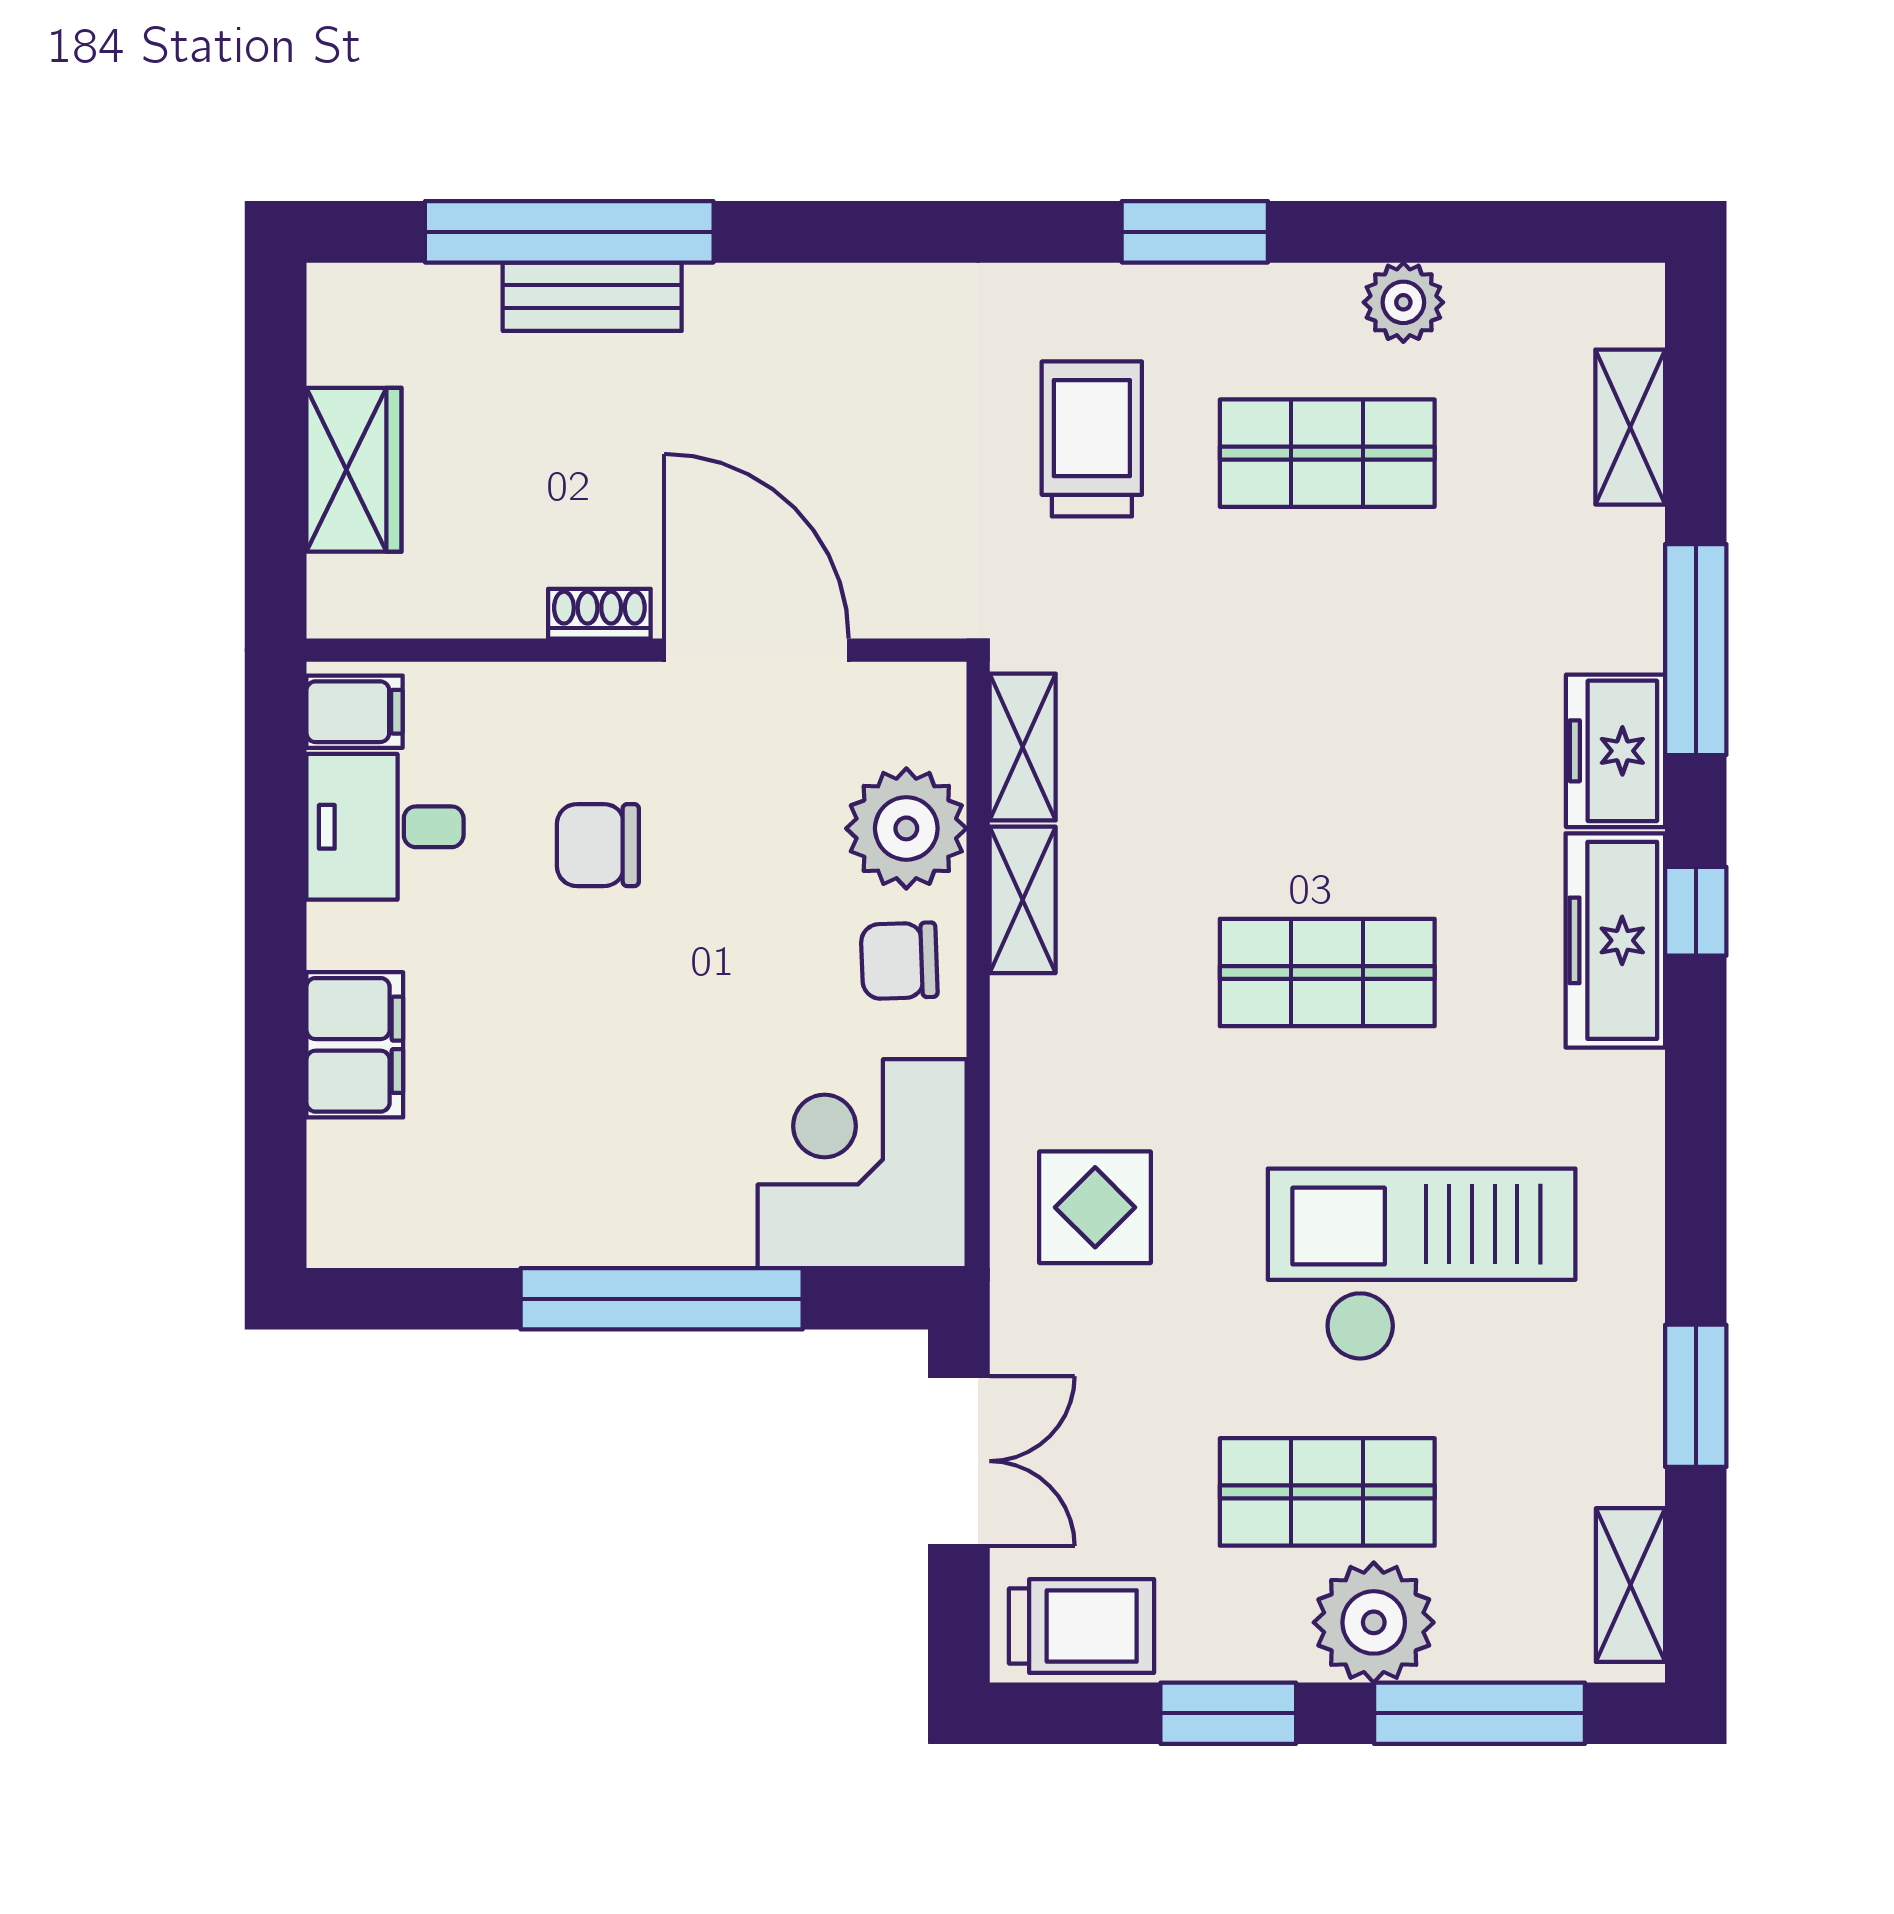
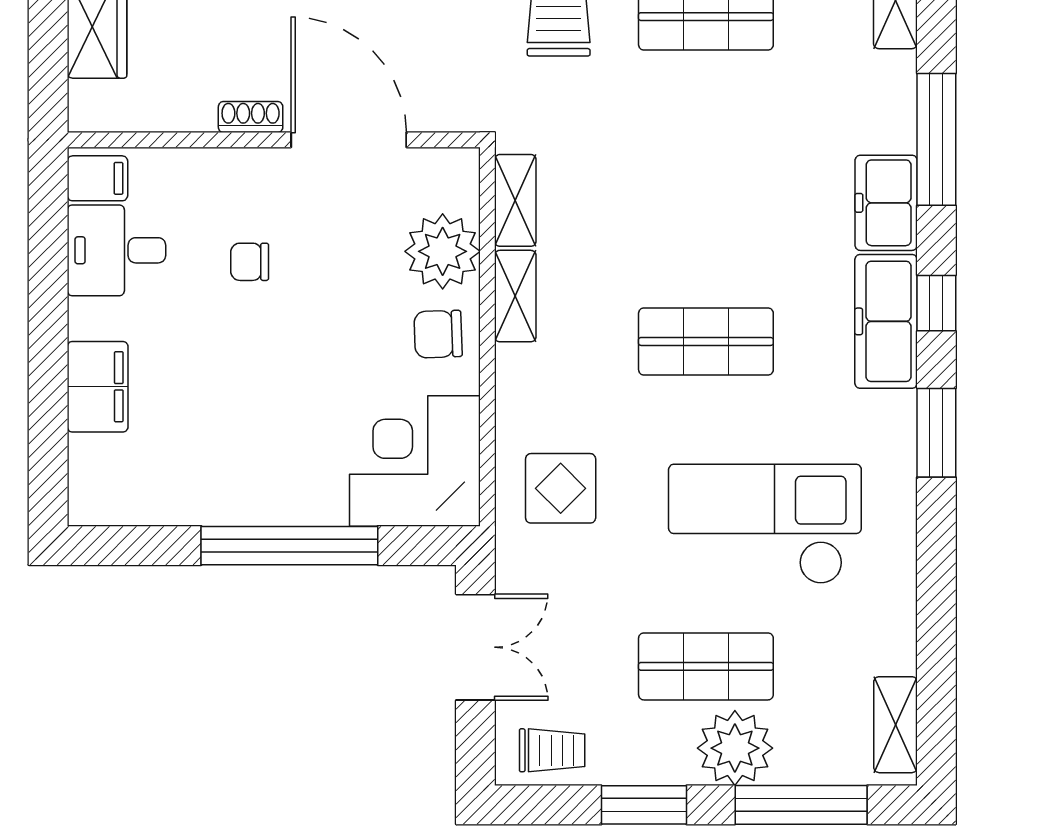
chair: (598, 845) -> (250, 262), width x0.73, depth x0.73
window: (1696, 1396) -> (936, 433), moved
trolley: (1081, 1626) -> (552, 750), width x0.73, depth x0.72

